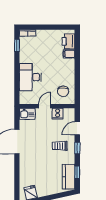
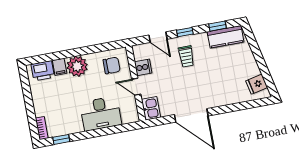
plant: (67, 67) -> (77, 66), added

